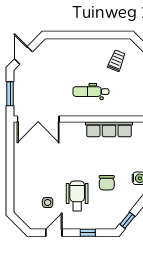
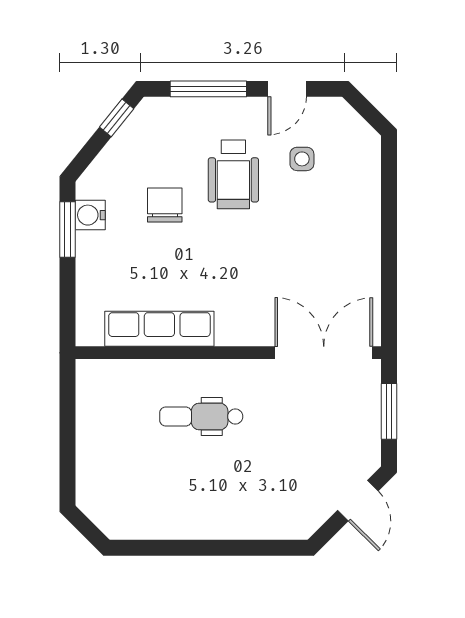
trolley: (117, 61) -> (142, 488), removed
dental chair: (91, 92) -> (201, 417), turned 180
window: (88, 233) -> (208, 89), width x2.17

